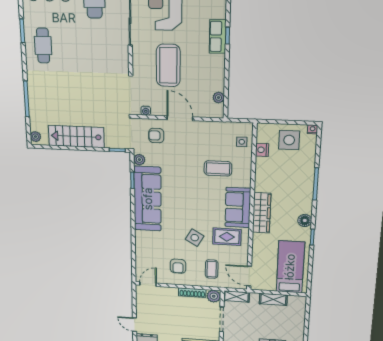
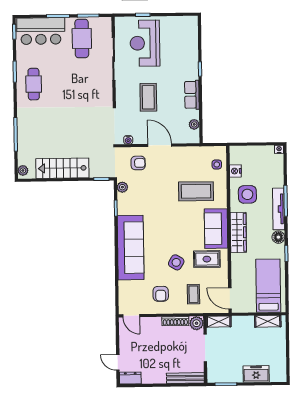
row of seats: (218, 36) -> (192, 95), moved
coffee table: (168, 65) -> (148, 97), width x0.73, depth x0.76
armchair: (156, 136) -> (138, 163), turned 180
side table: (289, 140) -> (247, 194), moved
coffee table: (218, 168) -> (196, 191), width x1.36, depth x1.32
tv unit: (307, 192) -> (279, 209), added
sofa: (148, 199) -> (131, 248), moved
door: (148, 284) -> (131, 316), swing flipped
shelving: (273, 299) -> (268, 321), moved

